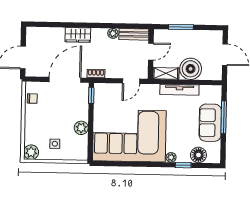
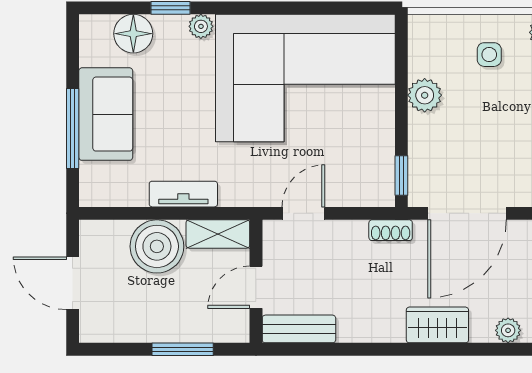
plant: (113, 33) -> (508, 330), moved
tv unit: (179, 90) -> (183, 194), width x0.71

